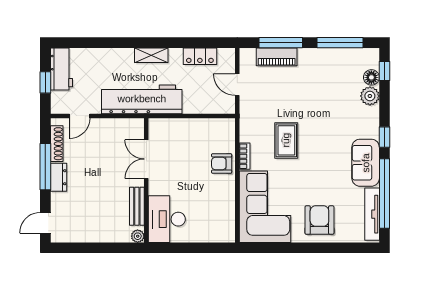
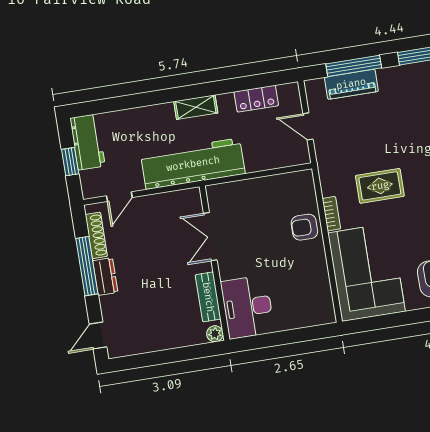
rug: (286, 140) -> (380, 186), turned 90

